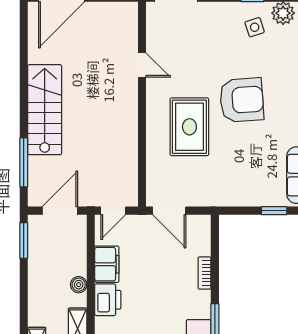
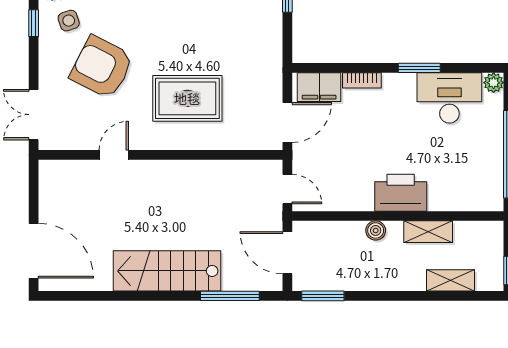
armchair: (242, 100) -> (102, 67), moved, turned -59
filing cabinet: (107, 264) -> (319, 87), moved, turned 180
printer: (108, 300) -> (401, 193), width x1.37, depth x1.19

